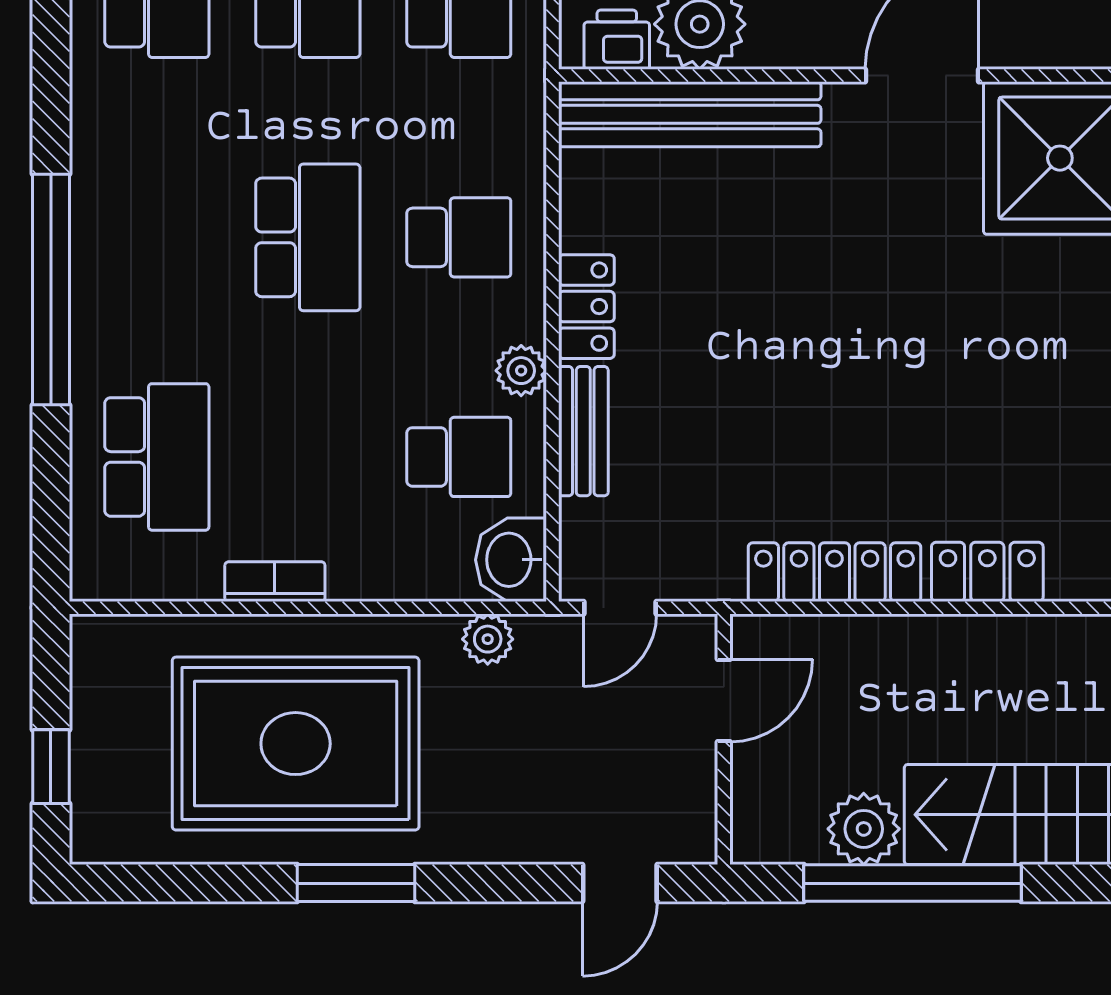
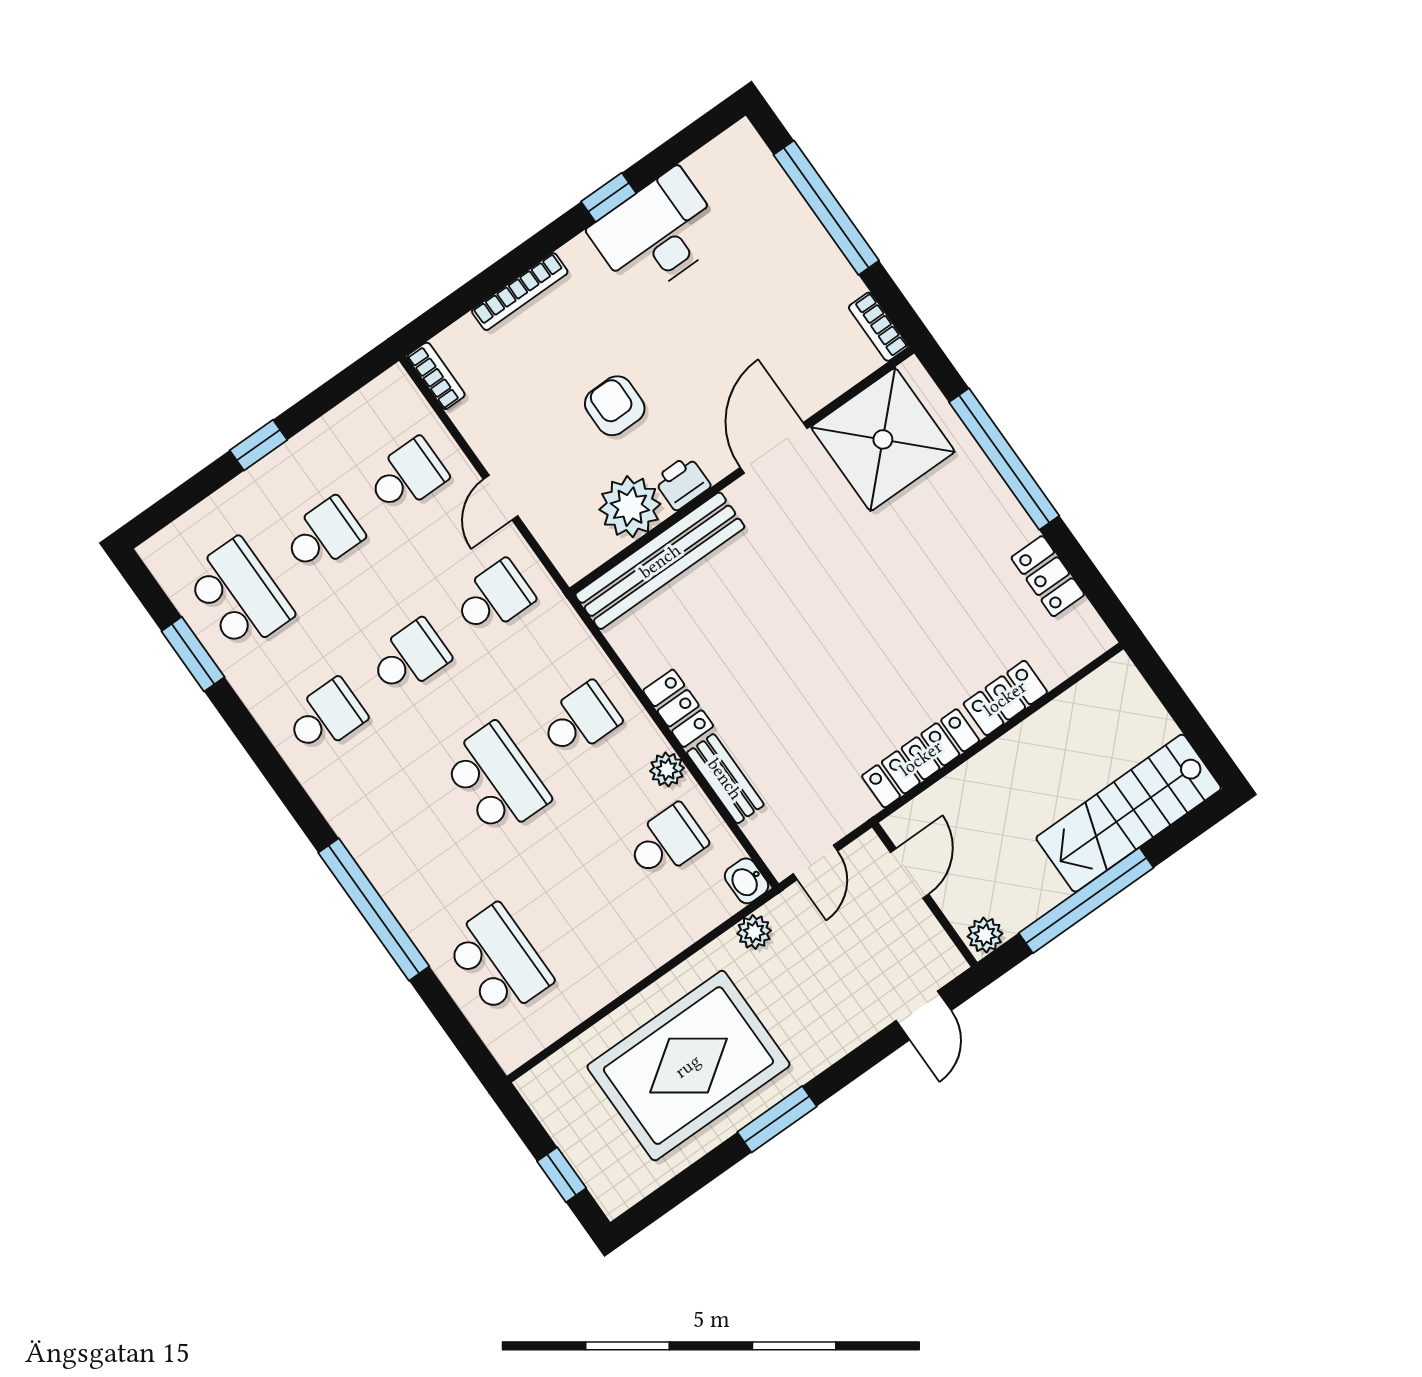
printer: (617, 40) -> (682, 483), moved
washbasin: (511, 560) -> (746, 881), width x0.72, depth x0.69
bookcase: (275, 582) -> (613, 984), removed
plant: (864, 829) -> (985, 935), moved, width x0.73, depth x0.73

